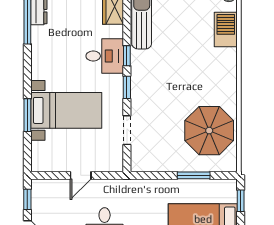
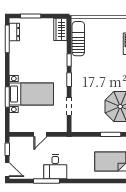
desk: (105, 56) -> (55, 60), removed

